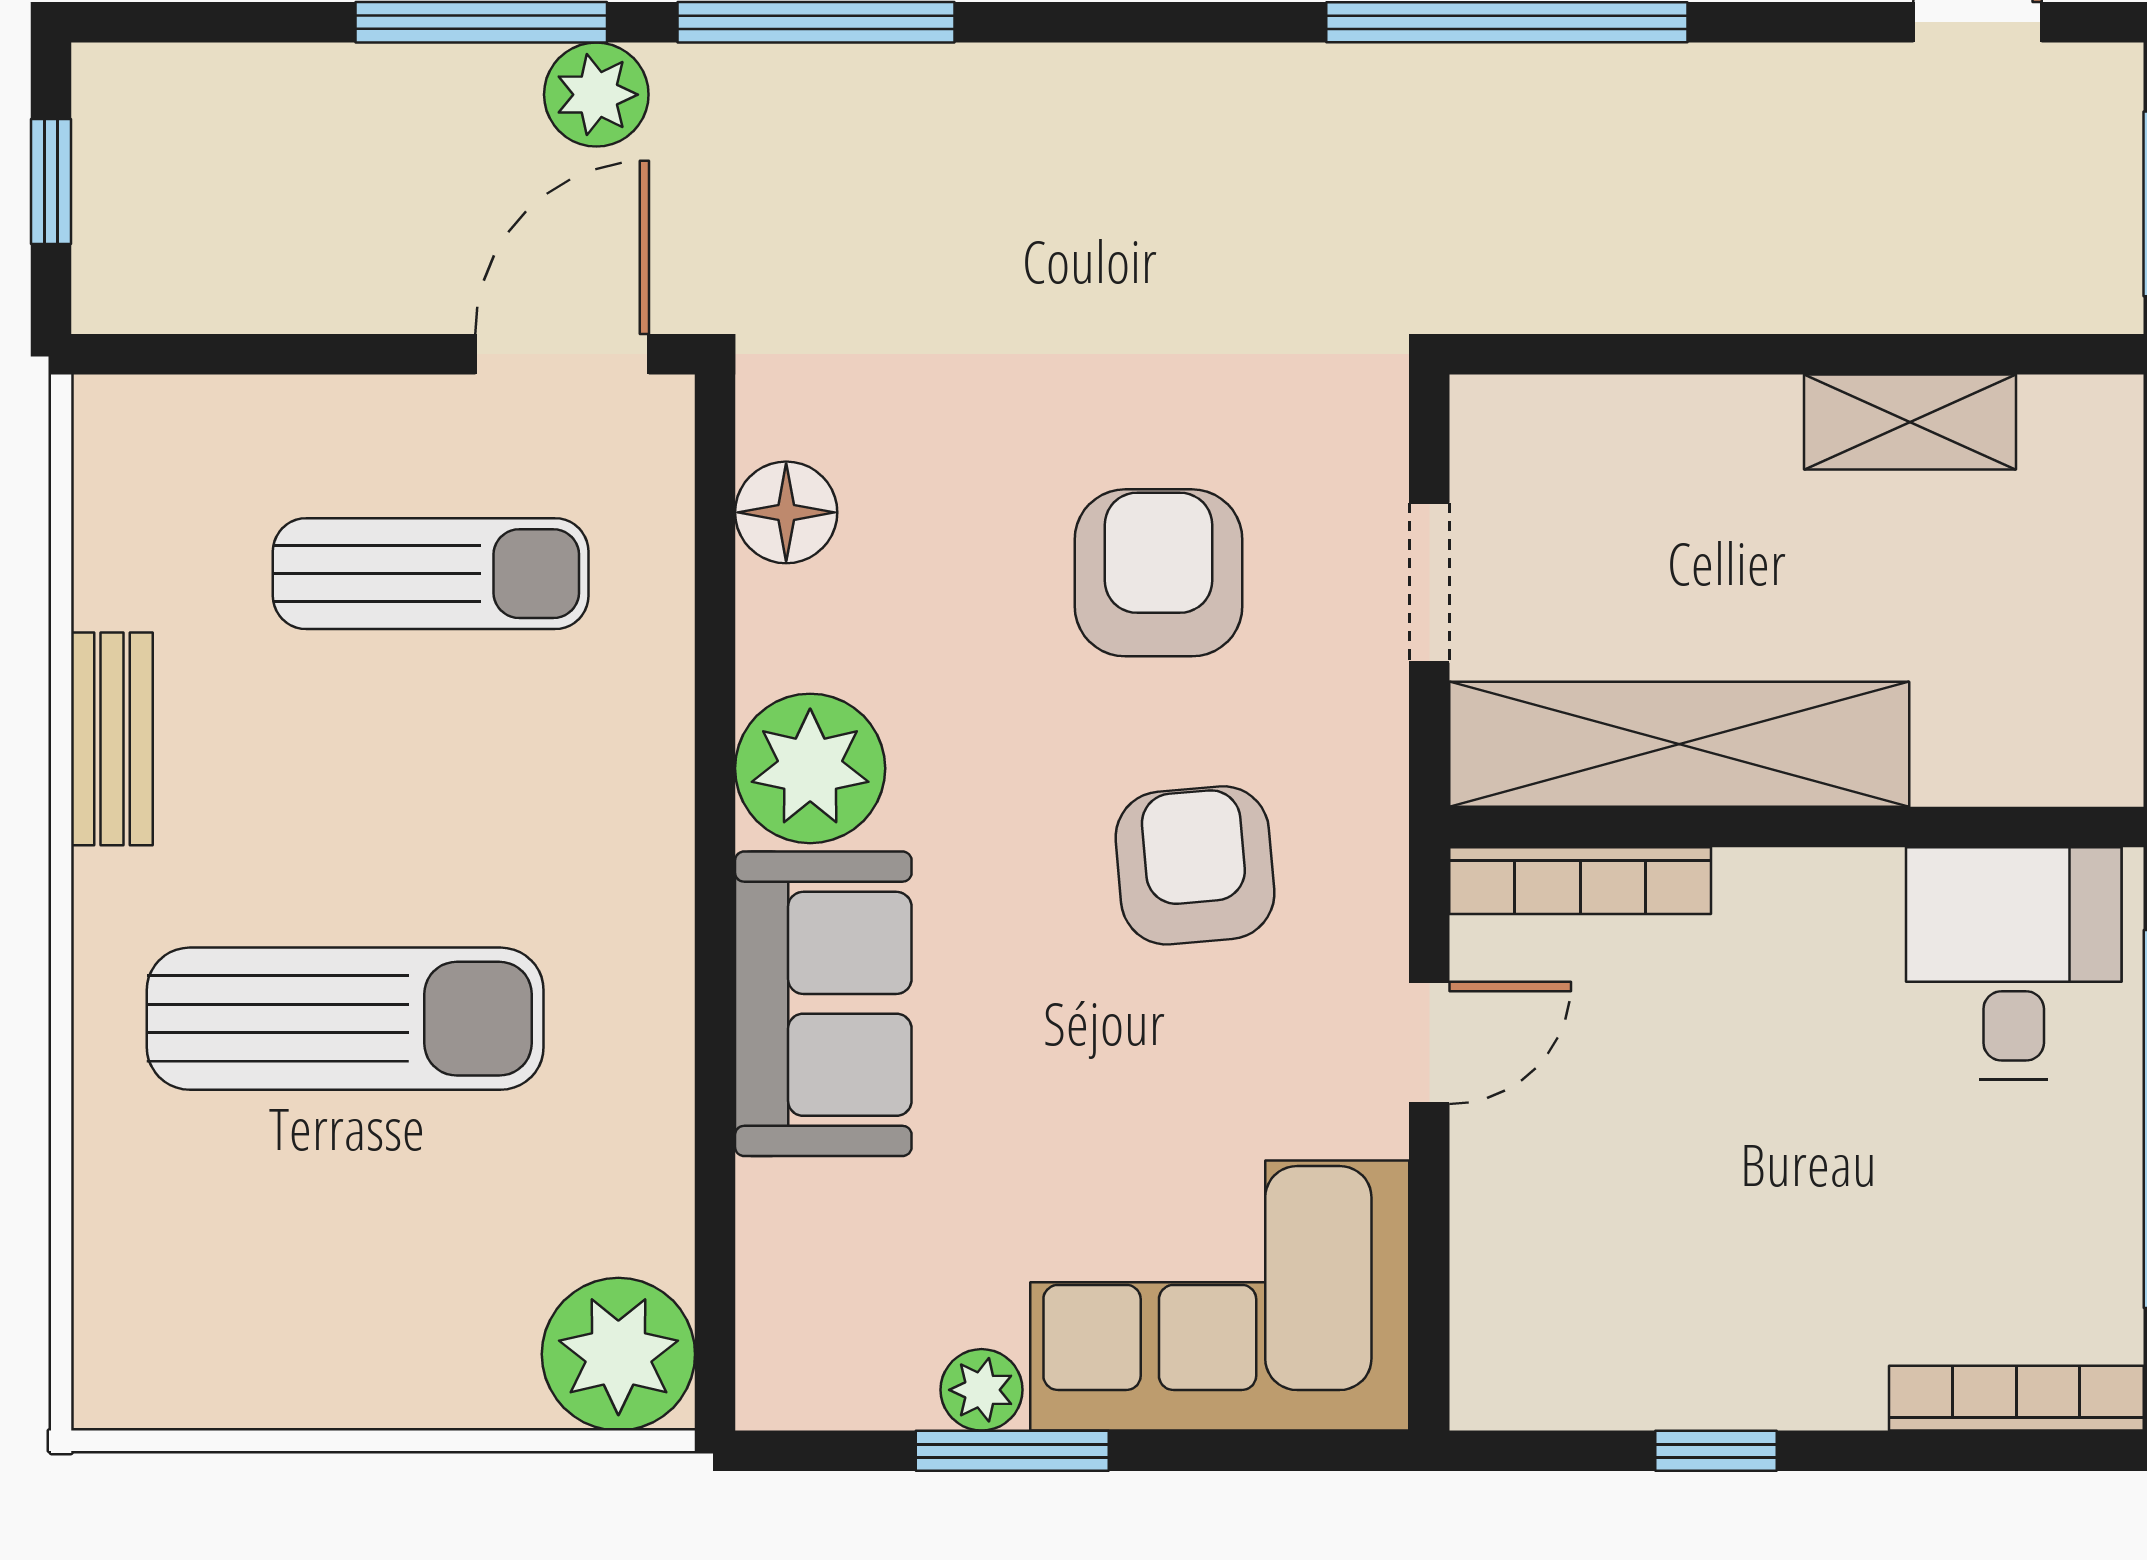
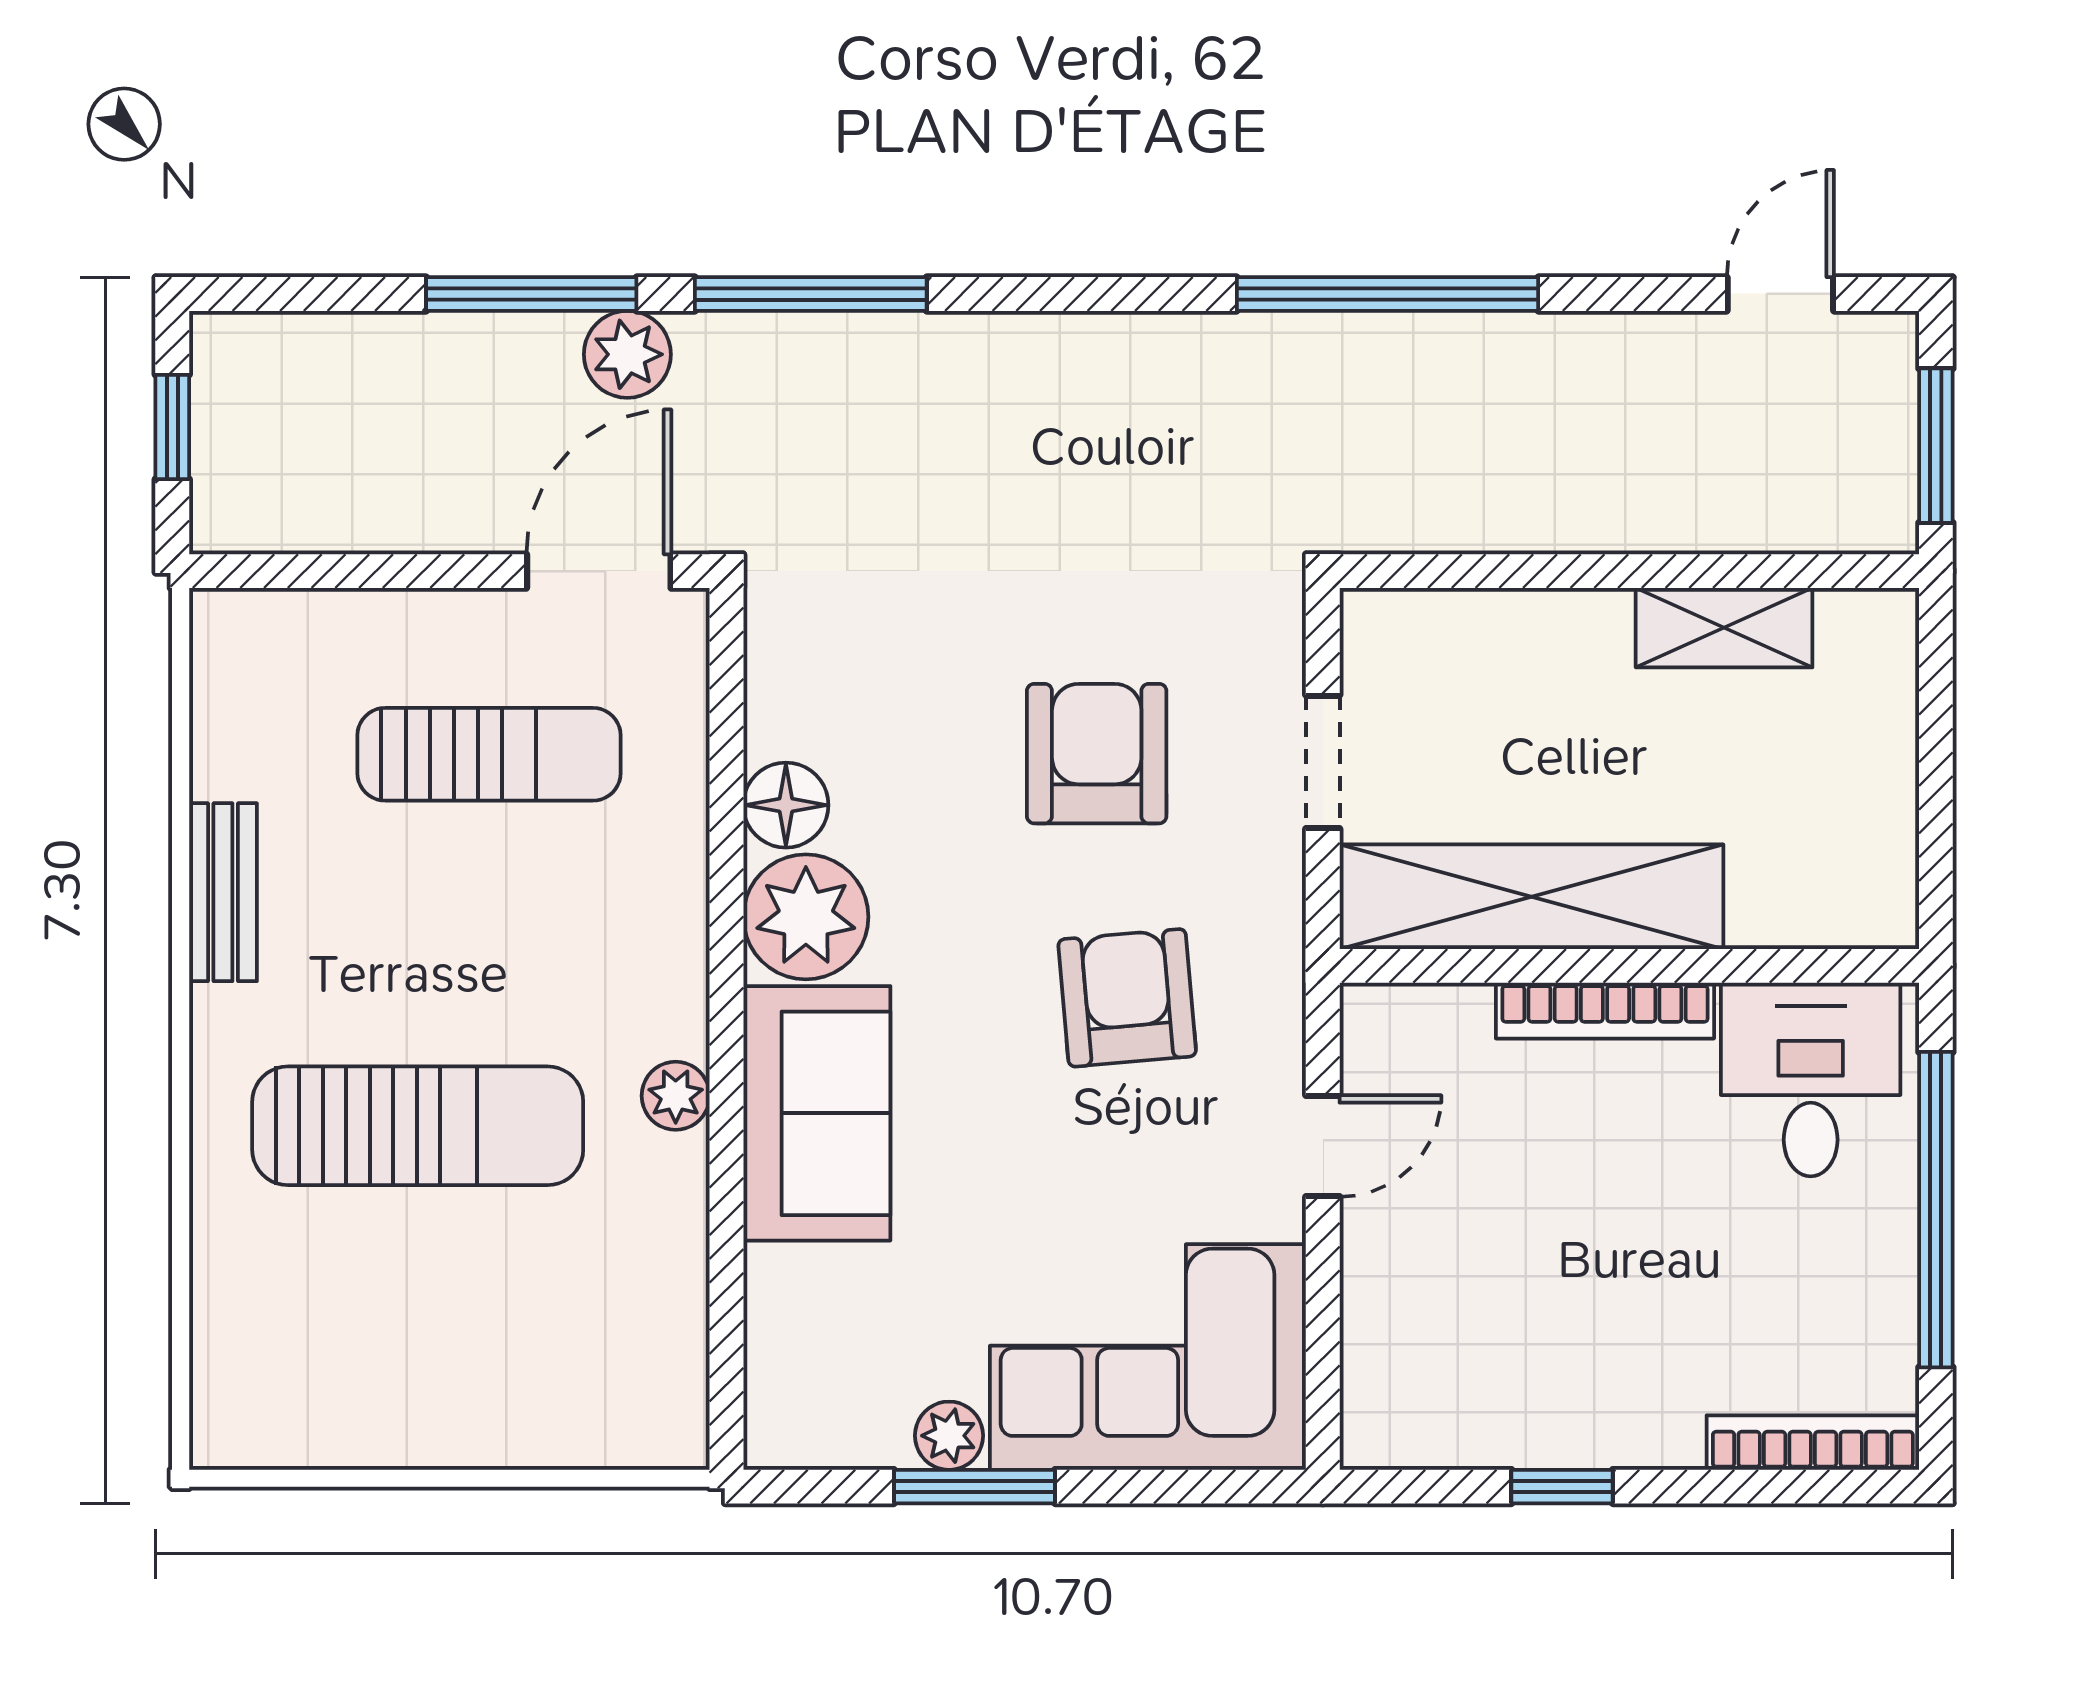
floor lamp: (786, 512) -> (786, 805), moved
bookcase: (1580, 881) -> (1605, 1011), moved
plant: (618, 1354) -> (676, 1096), moved, width x0.53, depth x0.53

